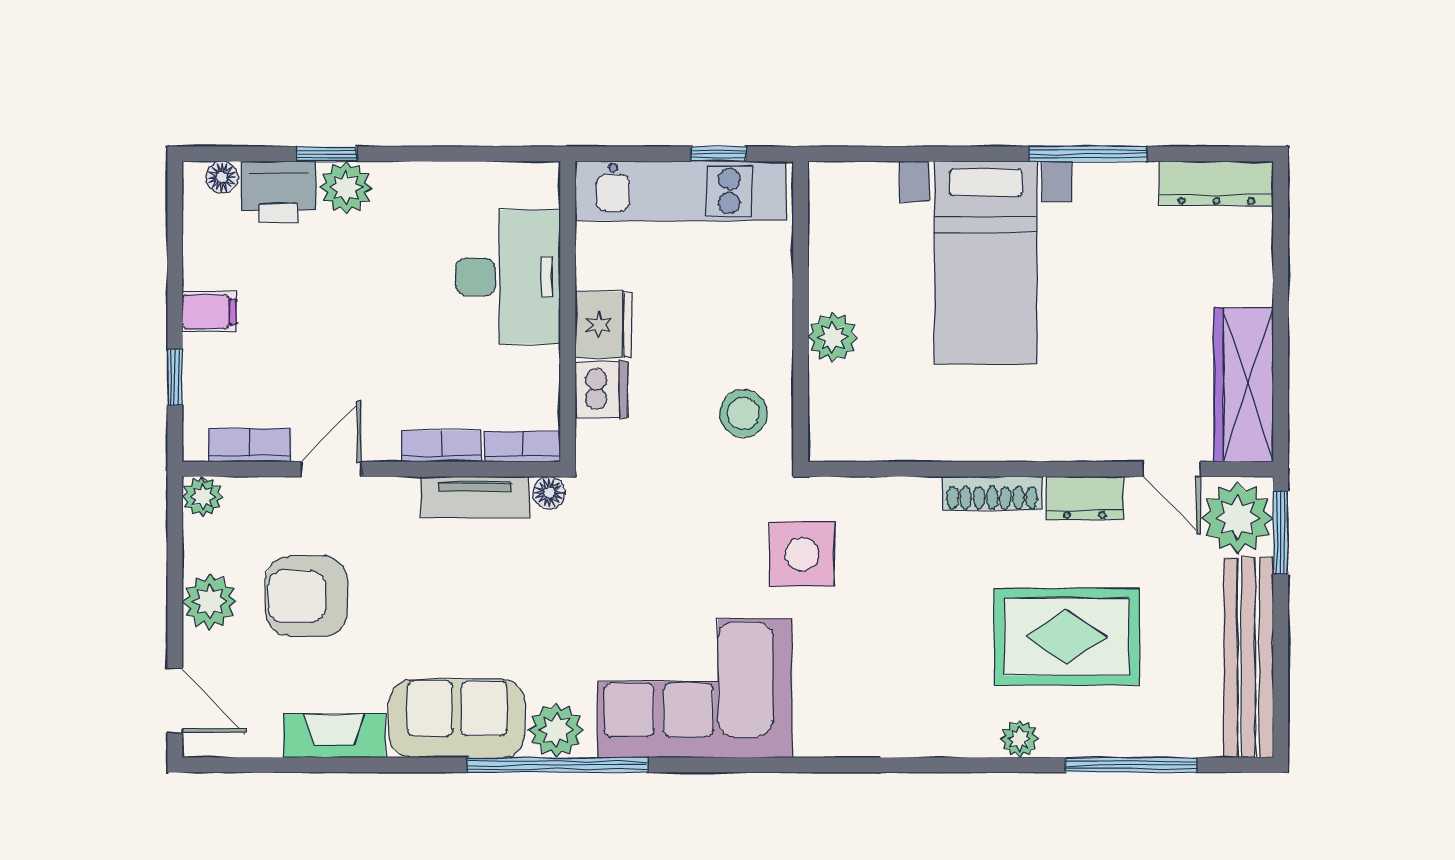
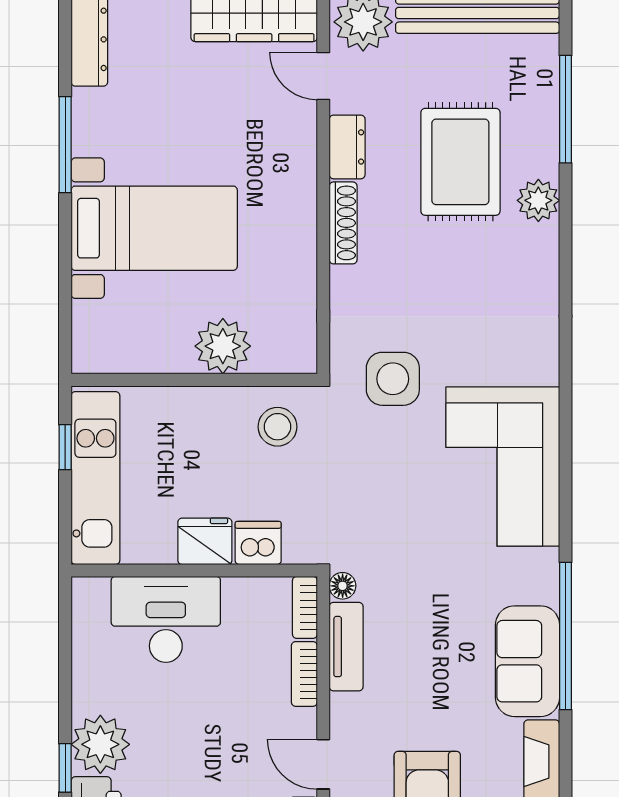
plant: (346, 187) -> (100, 744), width x1.36, depth x1.36
plant: (833, 337) -> (223, 346), width x1.36, depth x1.36
door: (1172, 469) -> (323, 76), swing flipped
plant: (556, 730) -> (537, 580), removed
plant: (1020, 739) -> (538, 200), width x1.38, depth x1.38
window: (558, 765) -> (566, 636), moved

